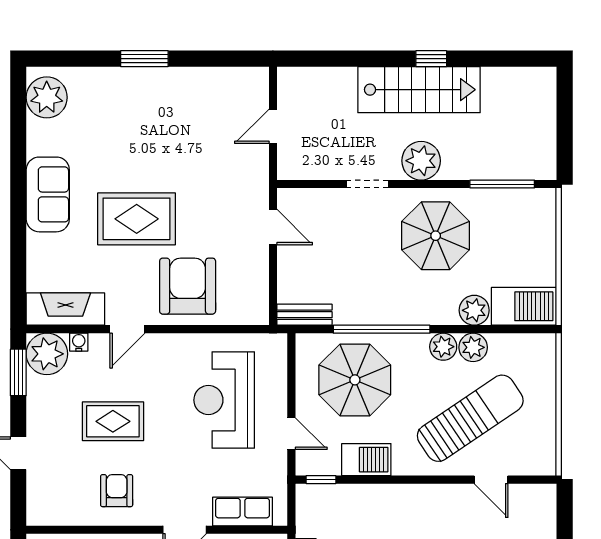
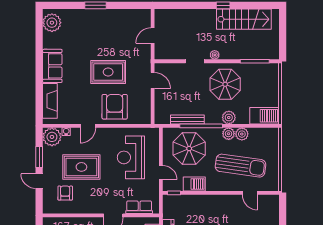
stairs: (419, 90) -> (244, 19), moved
plant: (421, 161) -> (215, 55), width x0.53, depth x0.53
rug: (137, 219) -> (108, 72), moved
fireplace: (65, 309) -> (50, 101), moved, turned 90
plant: (474, 310) -> (229, 117), moved
bench: (305, 315) -> (187, 119), moved, width x1.36
window: (18, 372) -> (39, 157), moved
sun lounger: (470, 418) -> (241, 166), turned 42
rug: (113, 421) -> (81, 167), width x1.36, depth x1.43
armchair: (117, 491) -> (65, 193), moved

